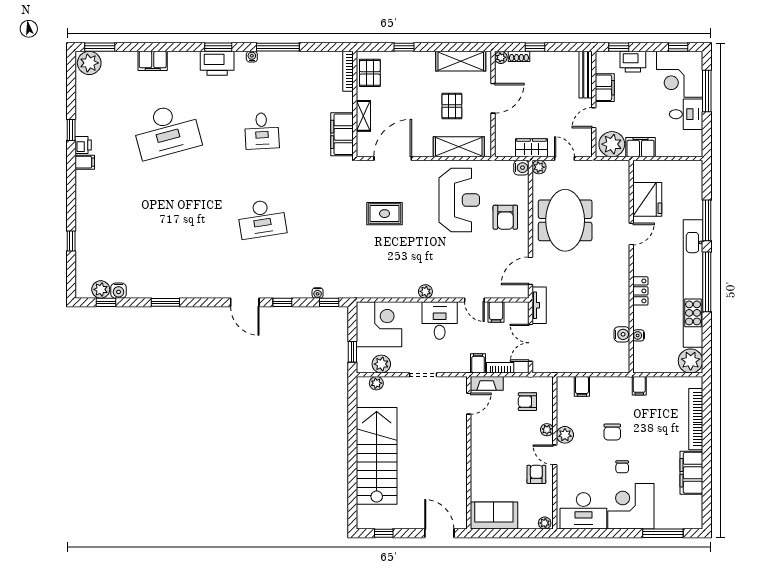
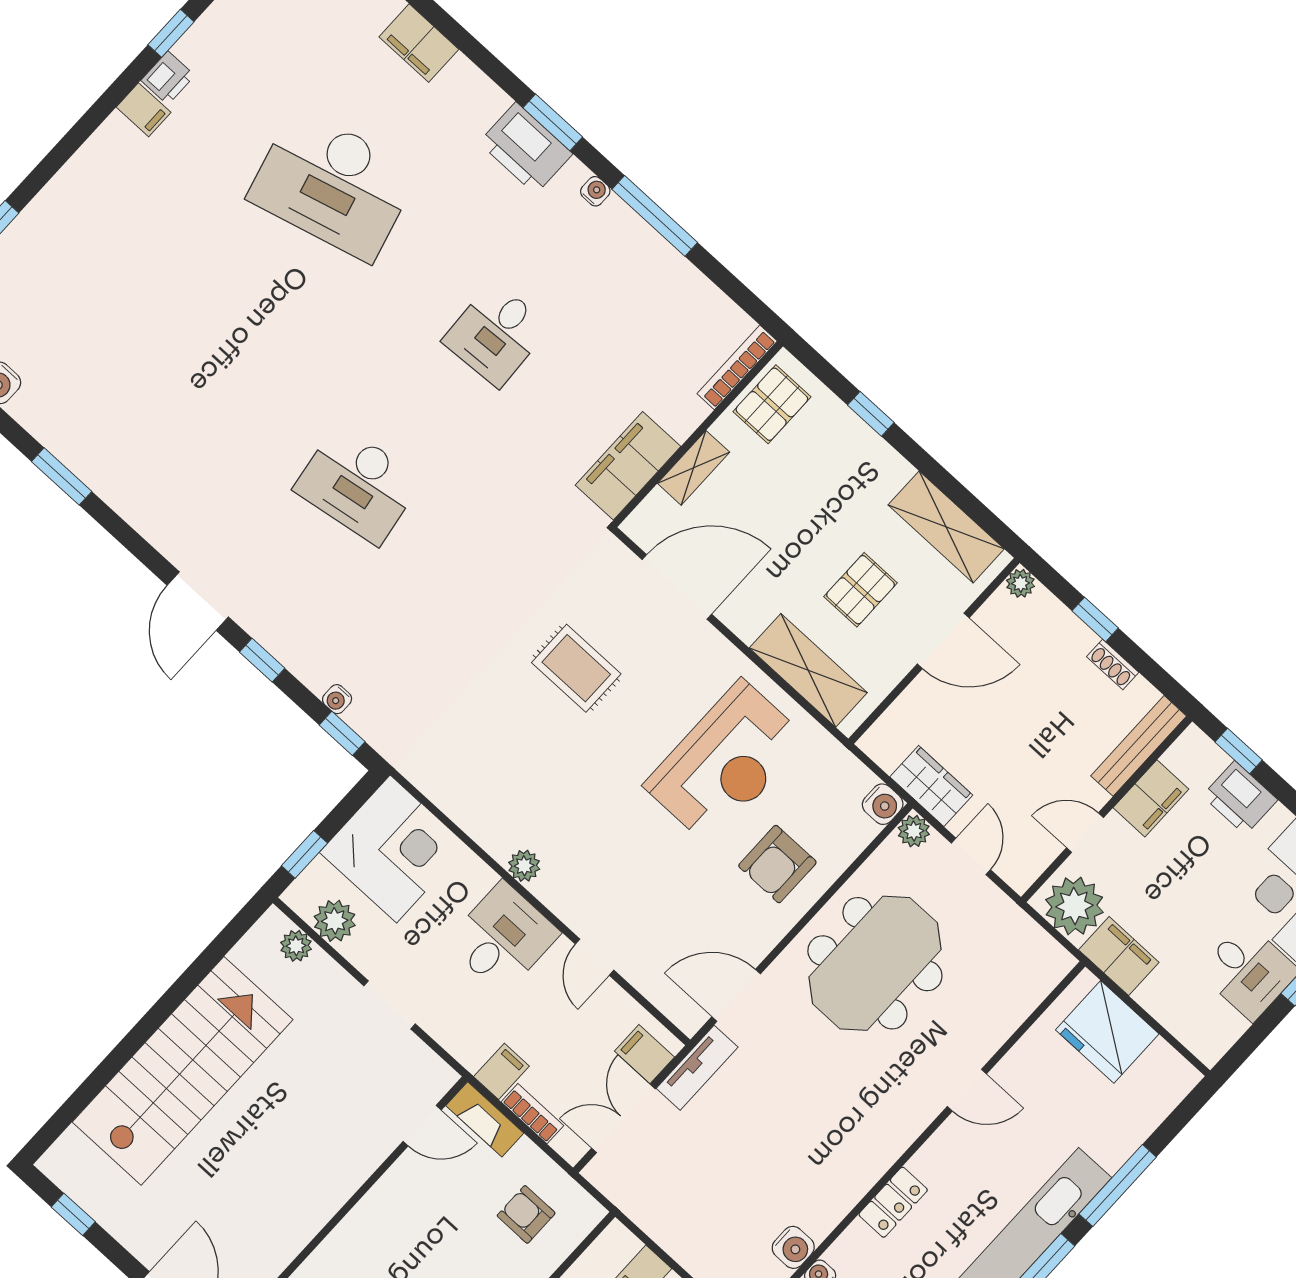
shoe rack: (519, 56) -> (1113, 664), moved
fridge: (647, 199) -> (1107, 1032), moved, turned 90
filing cabinet: (496, 312) -> (644, 1054), moved, turned 90

